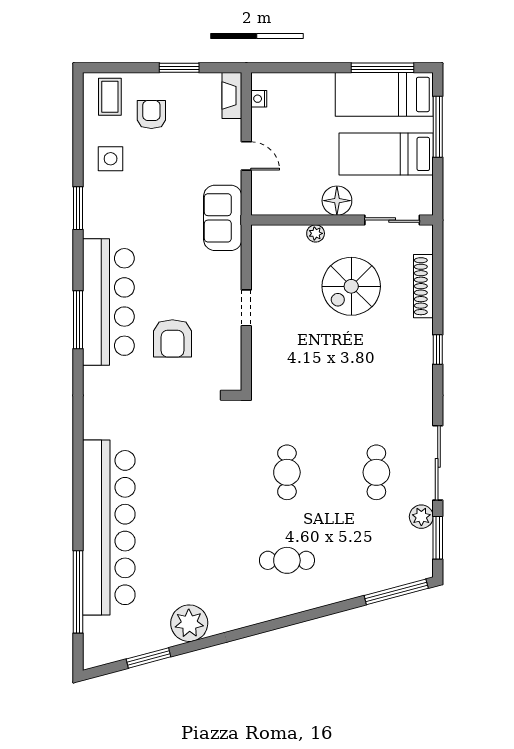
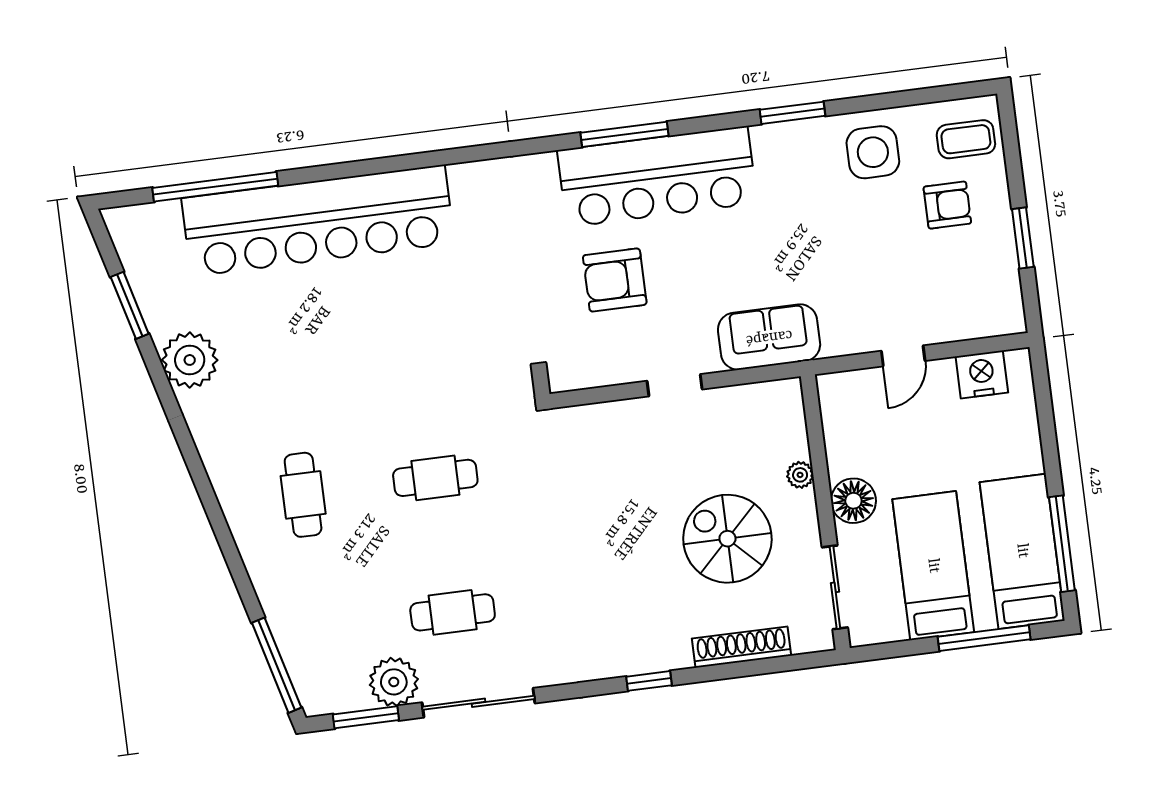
fireplace: (232, 96) -> (991, 322), removed
nightstand: (259, 99) -> (982, 374), width x1.89, depth x1.79
side table: (111, 159) -> (873, 152), width x1.37, depth x1.37
sofa: (223, 218) -> (769, 337), moved
plant: (421, 517) -> (394, 682), width x1.36, depth x1.36

